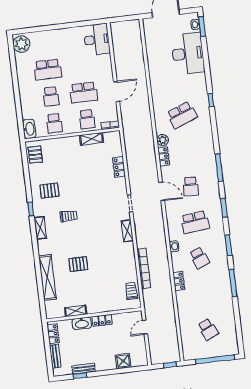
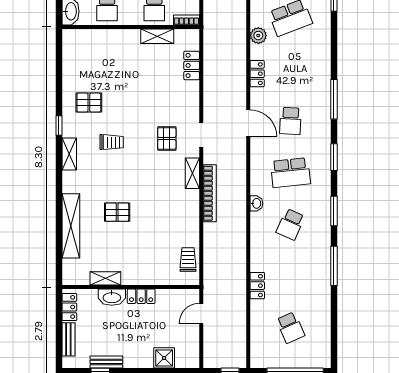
plant: (163, 140) -> (258, 36), moved
pallet: (35, 155) -> (167, 139), moved
locker: (119, 167) -> (192, 65), moved
school desk: (199, 258) -> (290, 224), turned 45
bookcase: (144, 269) -> (210, 193), moved
locker: (179, 281) -> (257, 286), moved

